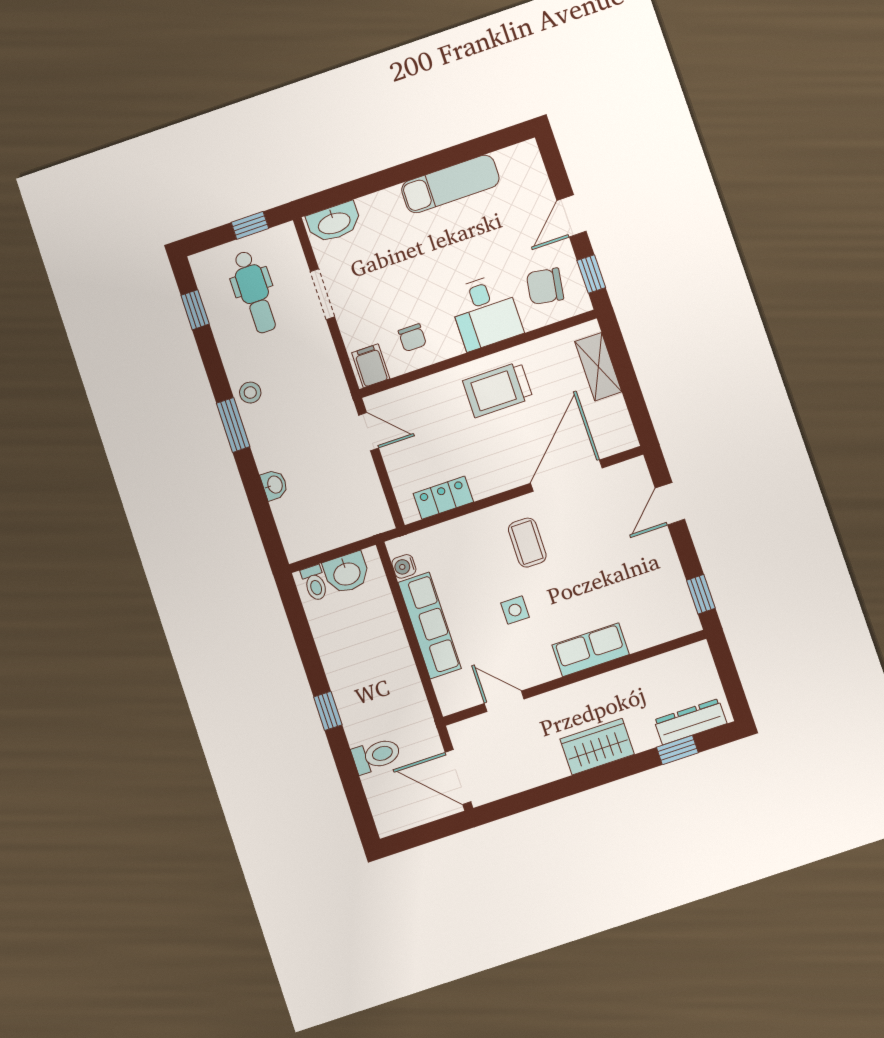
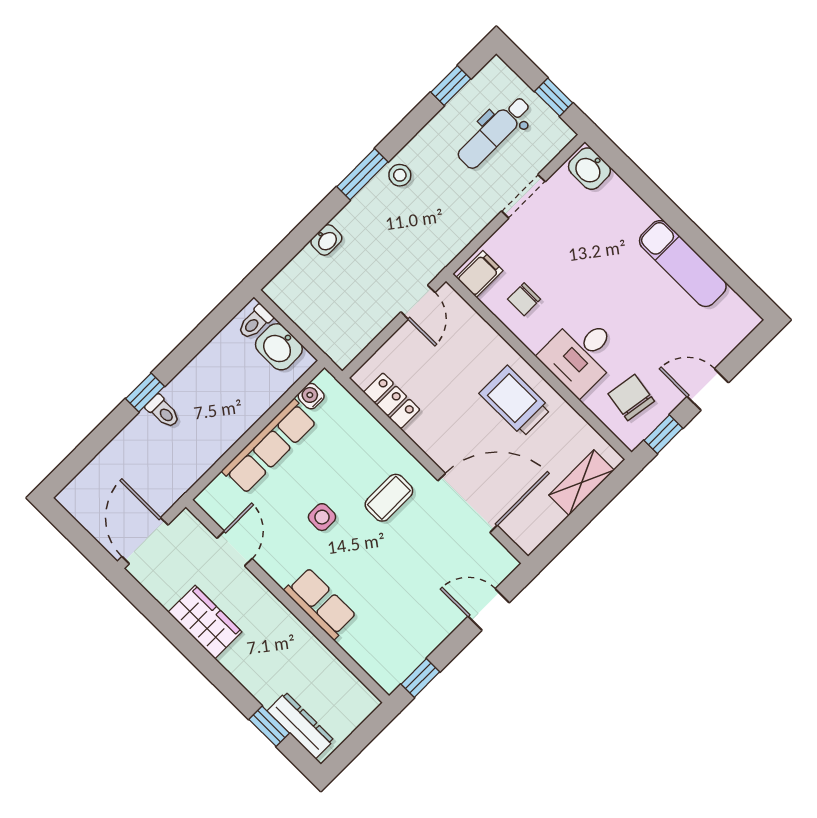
washbasin: (334, 222) -> (589, 169), width x0.72
wardrobe: (597, 747) -> (205, 622), moved
toilet: (376, 755) -> (163, 412), moved, width x0.73, depth x0.72

